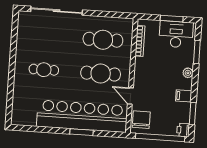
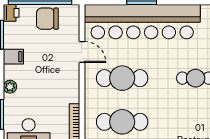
chair: (141, 120) -> (47, 19), moved, turned 90

